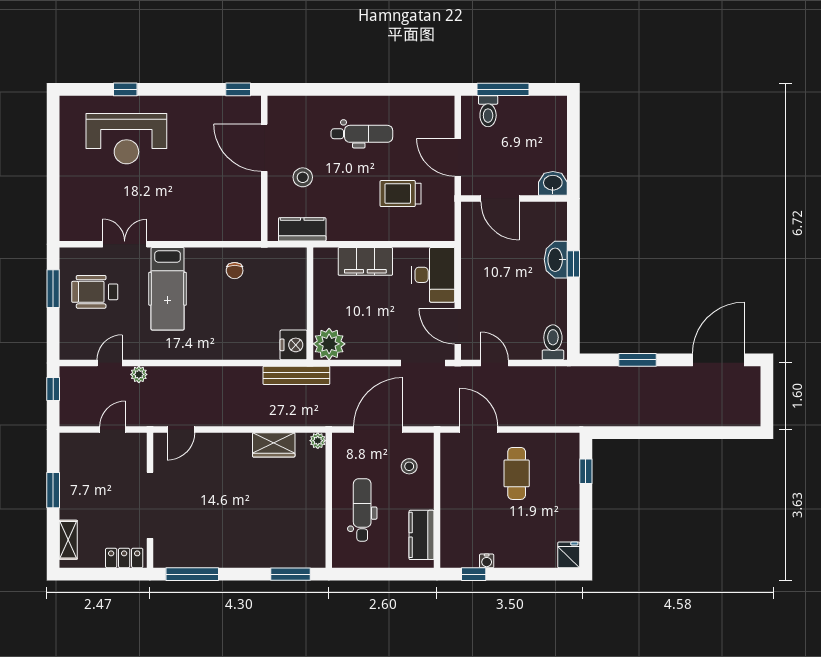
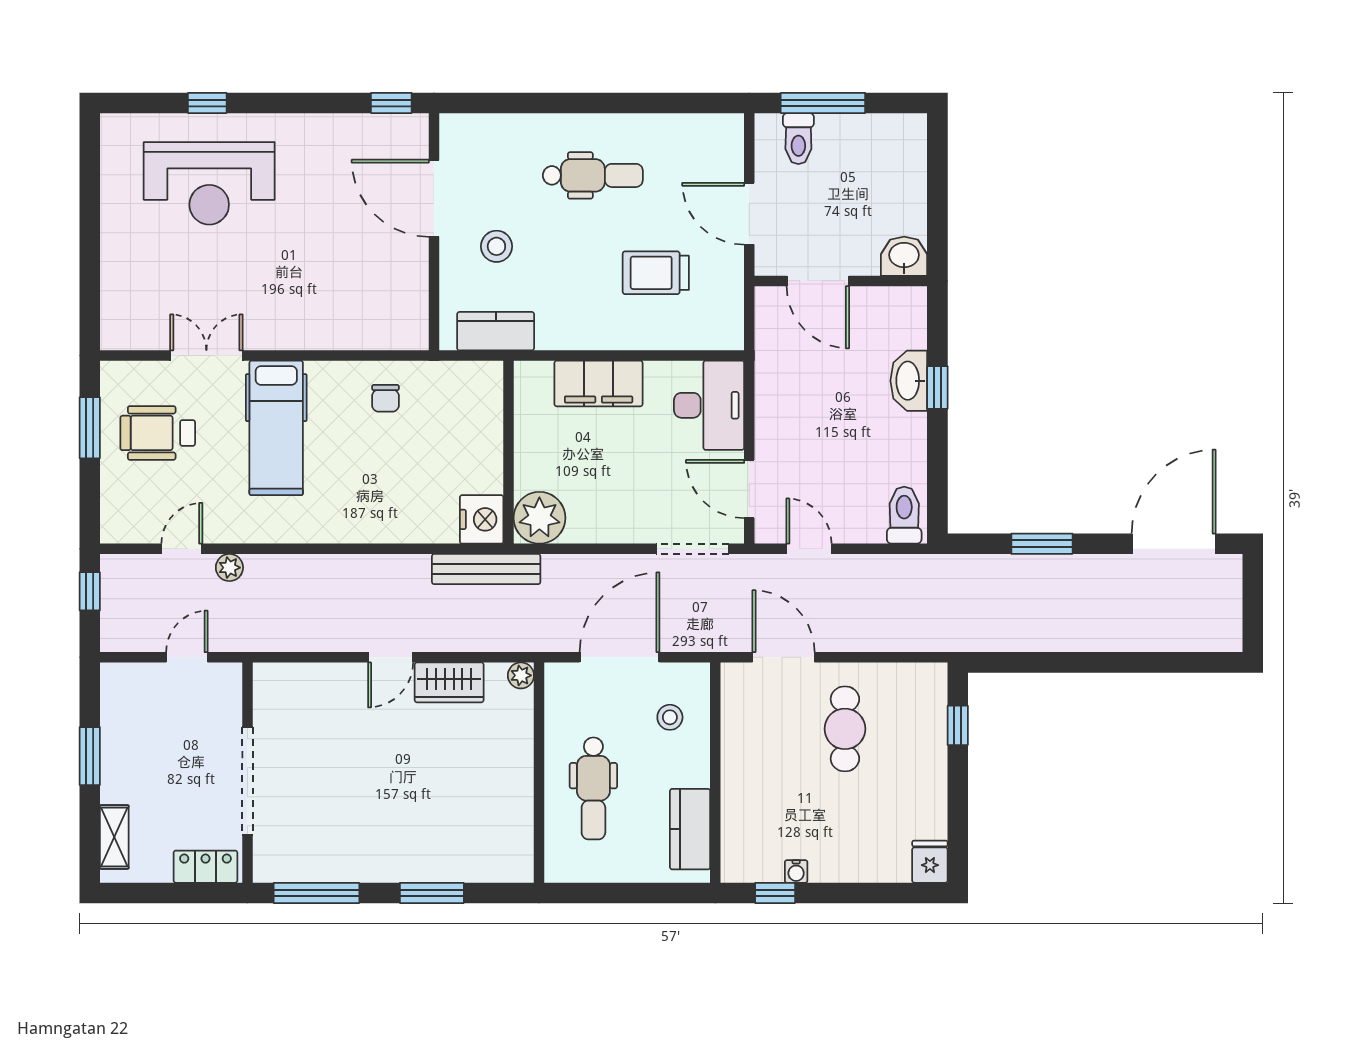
door: (181, 430) -> (391, 657), moved
dental chair: (362, 510) -> (593, 788), turned 180
window: (291, 574) -> (432, 893), moved

